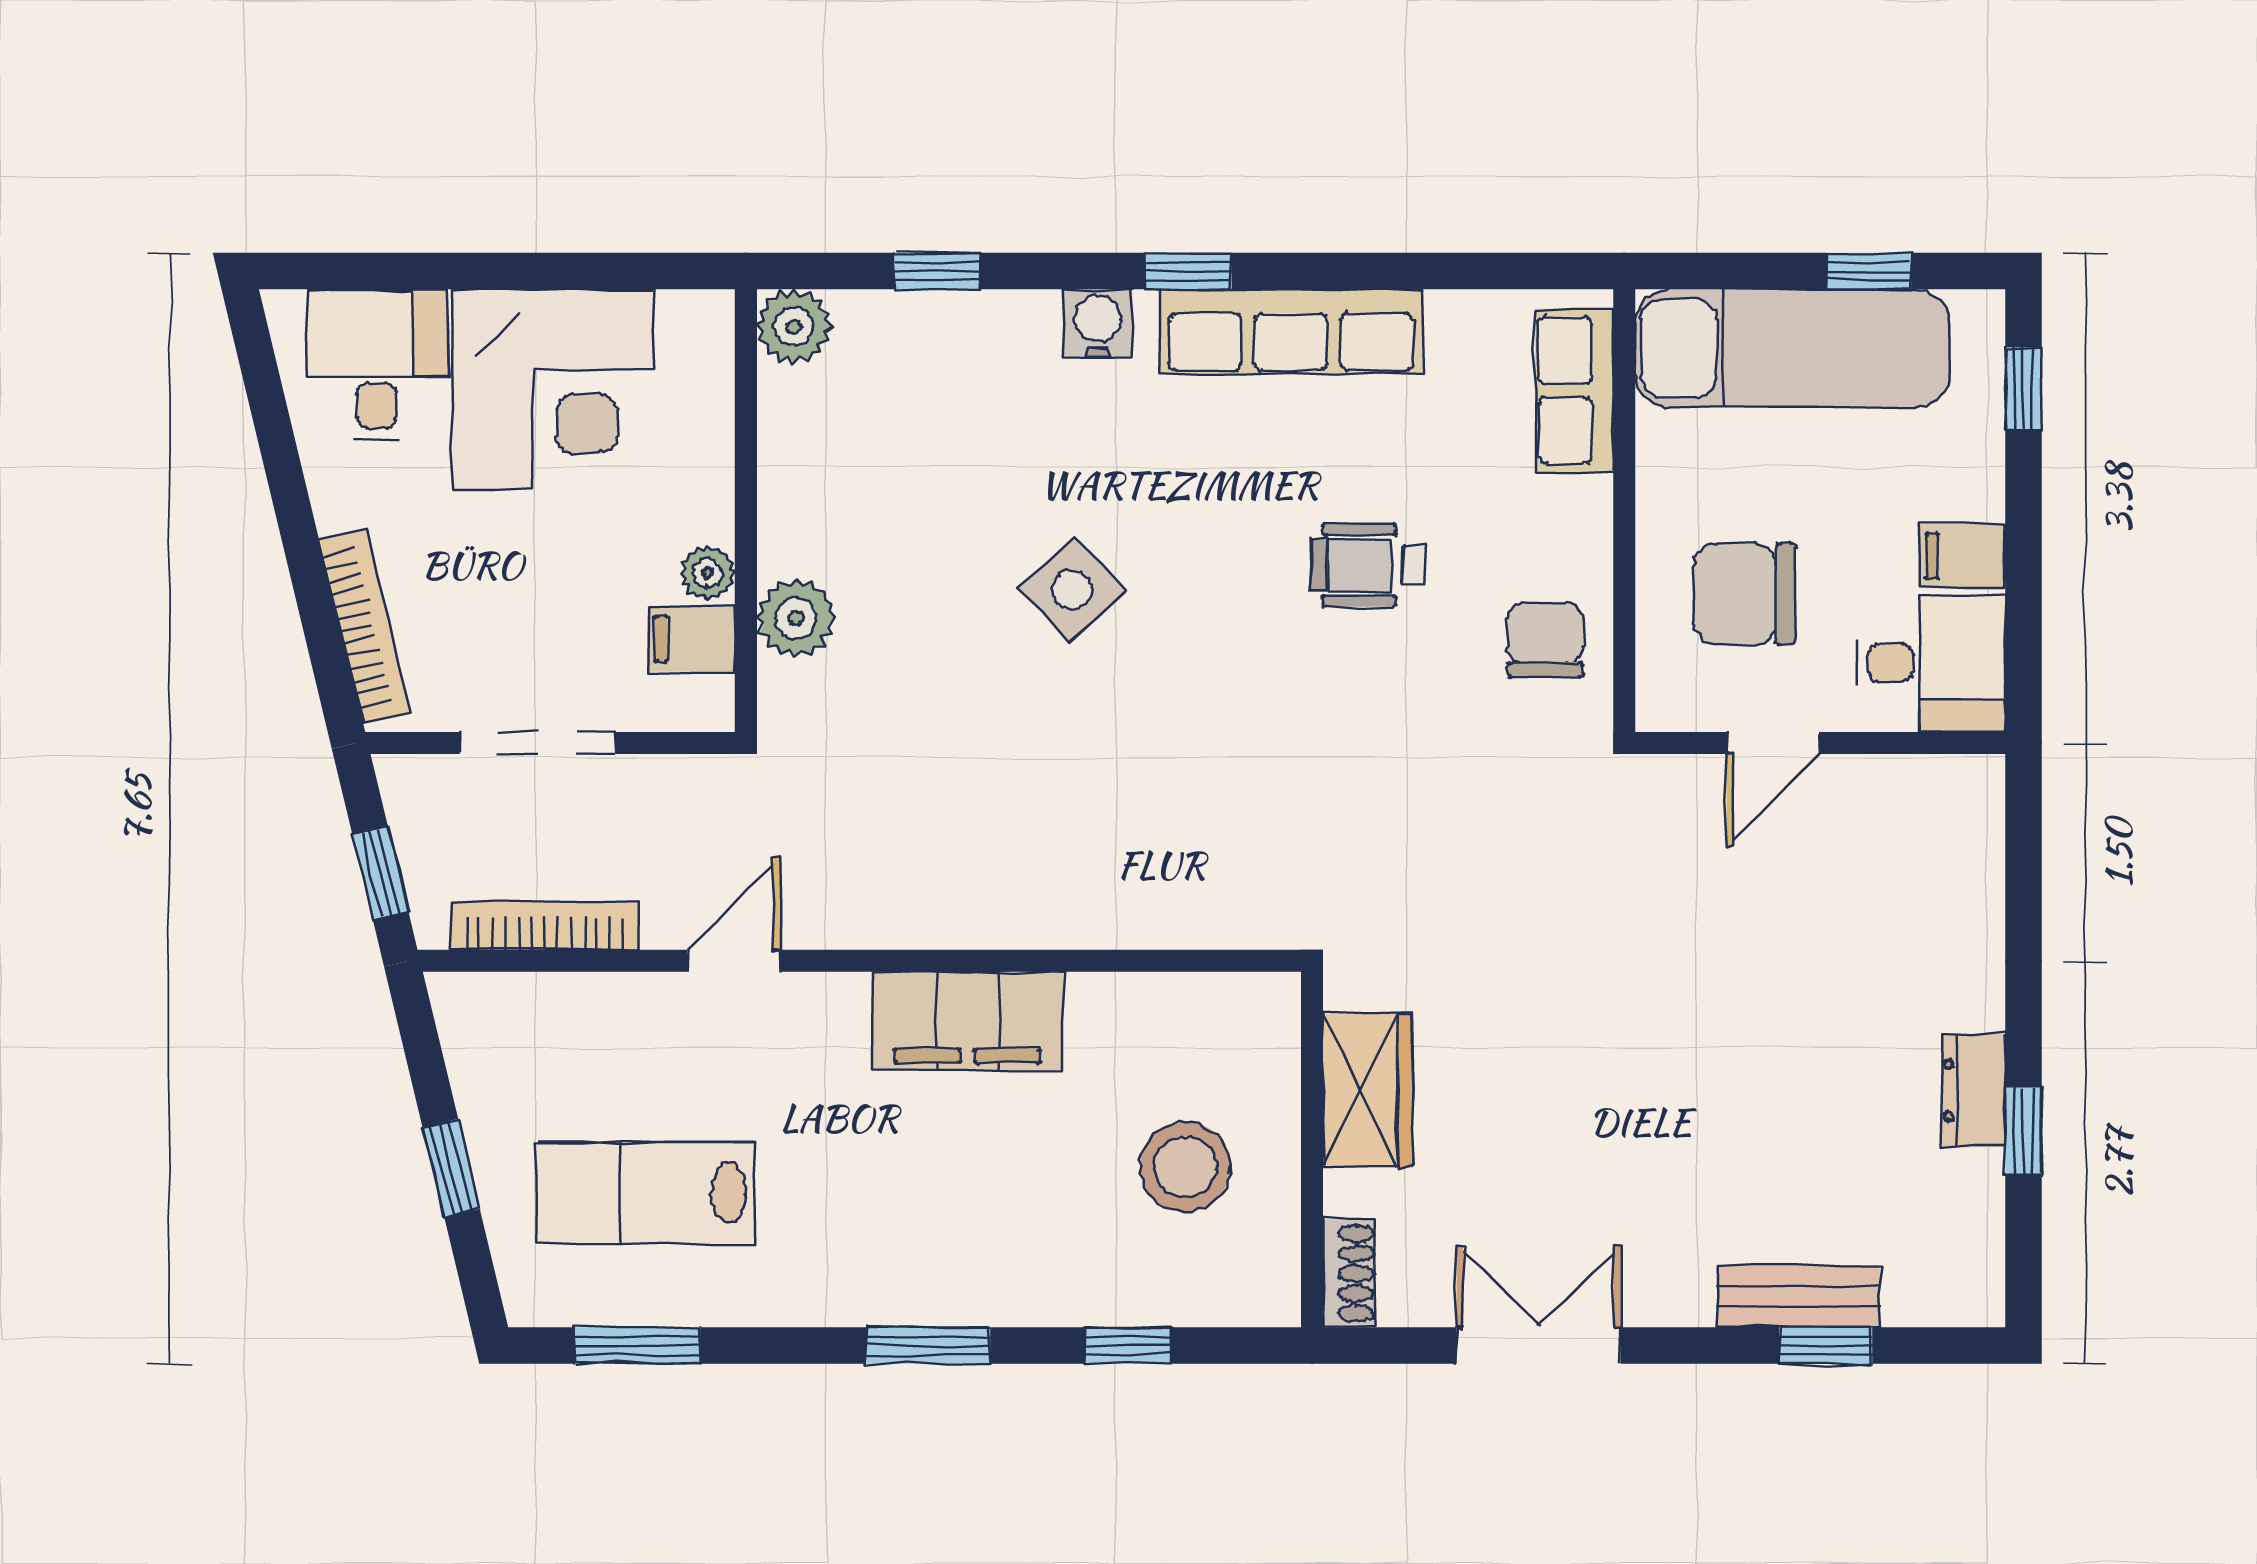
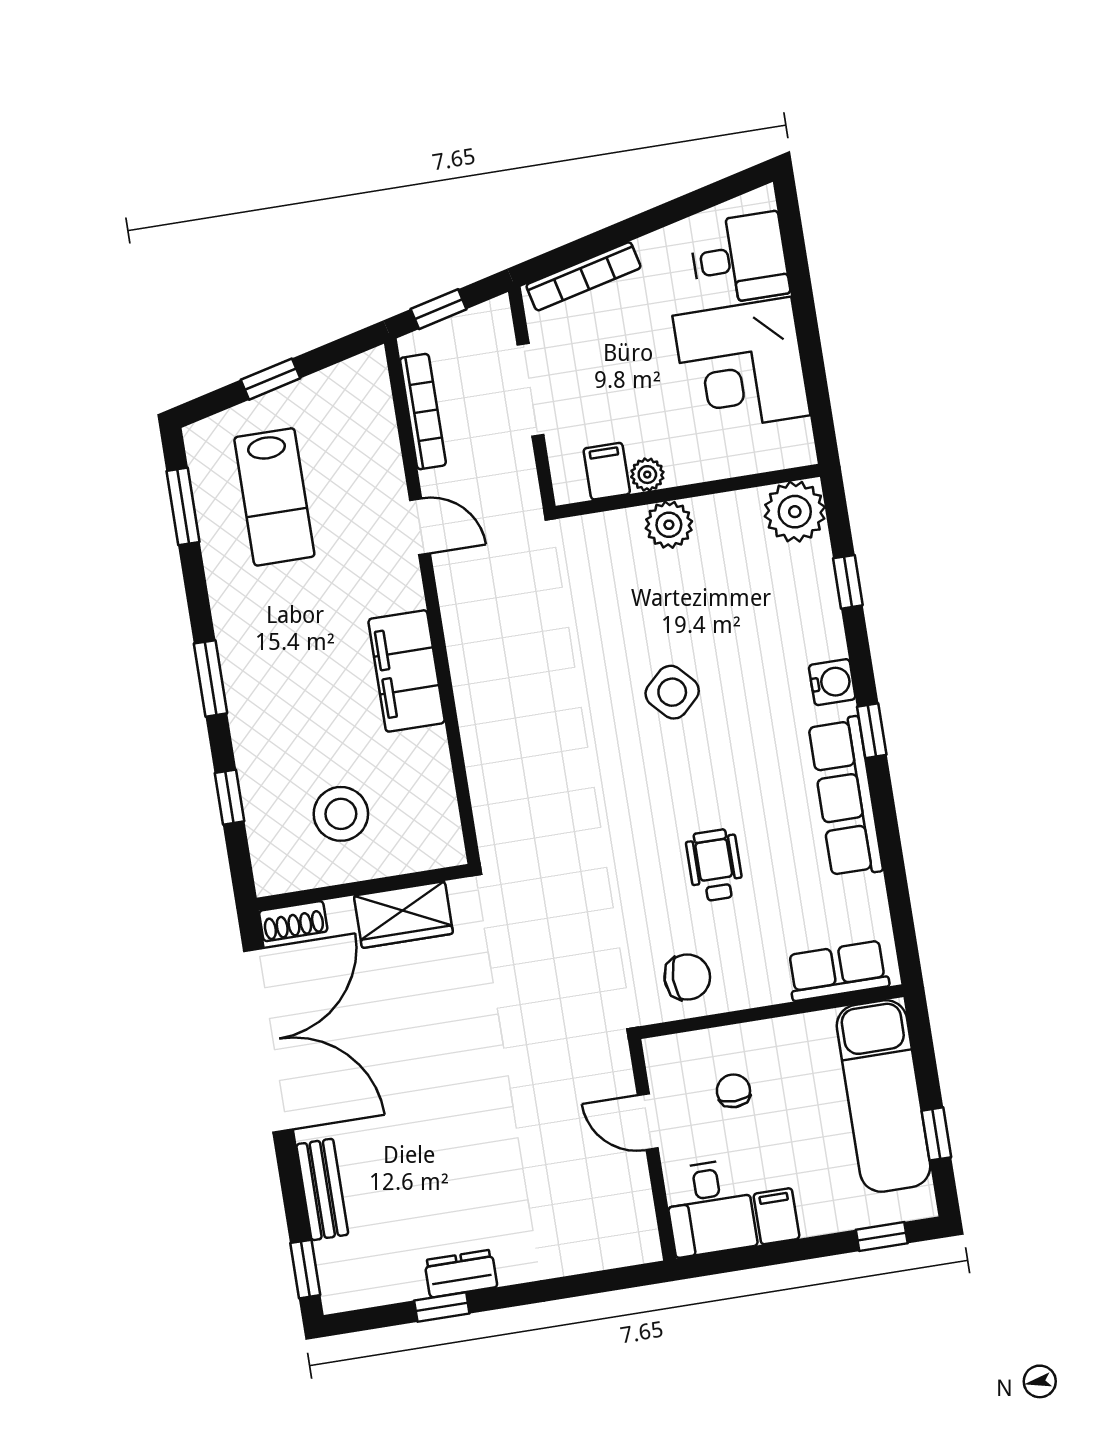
plant: (794, 326) -> (795, 512), width x1.36, depth x1.36
chair: (1744, 594) -> (733, 1091), width x0.54, depth x0.54
plant: (796, 618) -> (669, 525), moved
lab bench: (646, 1193) -> (274, 497), turned 180
double door: (1539, 1345) -> (269, 1040), width x1.87
window: (1826, 1345) -> (305, 1269), moved

